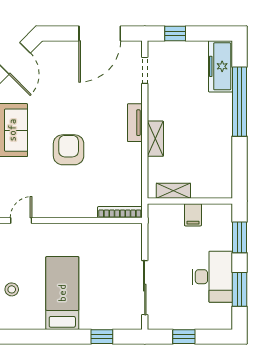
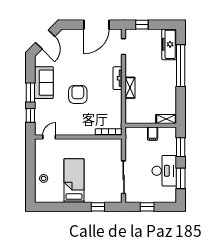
shelving: (173, 191) -> (166, 119), moved

